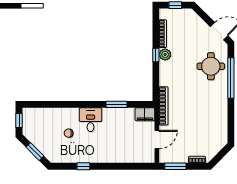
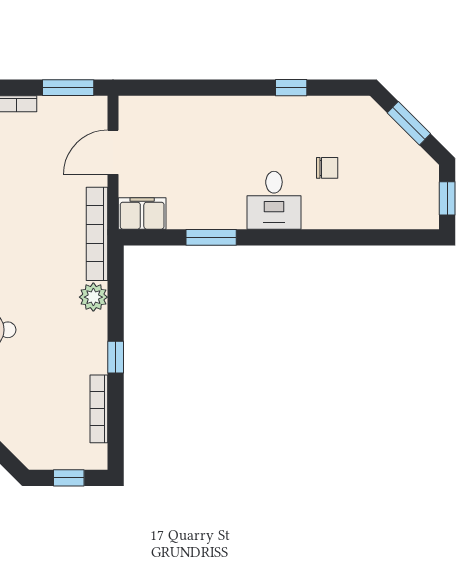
plant: (165, 54) -> (93, 297), moved

